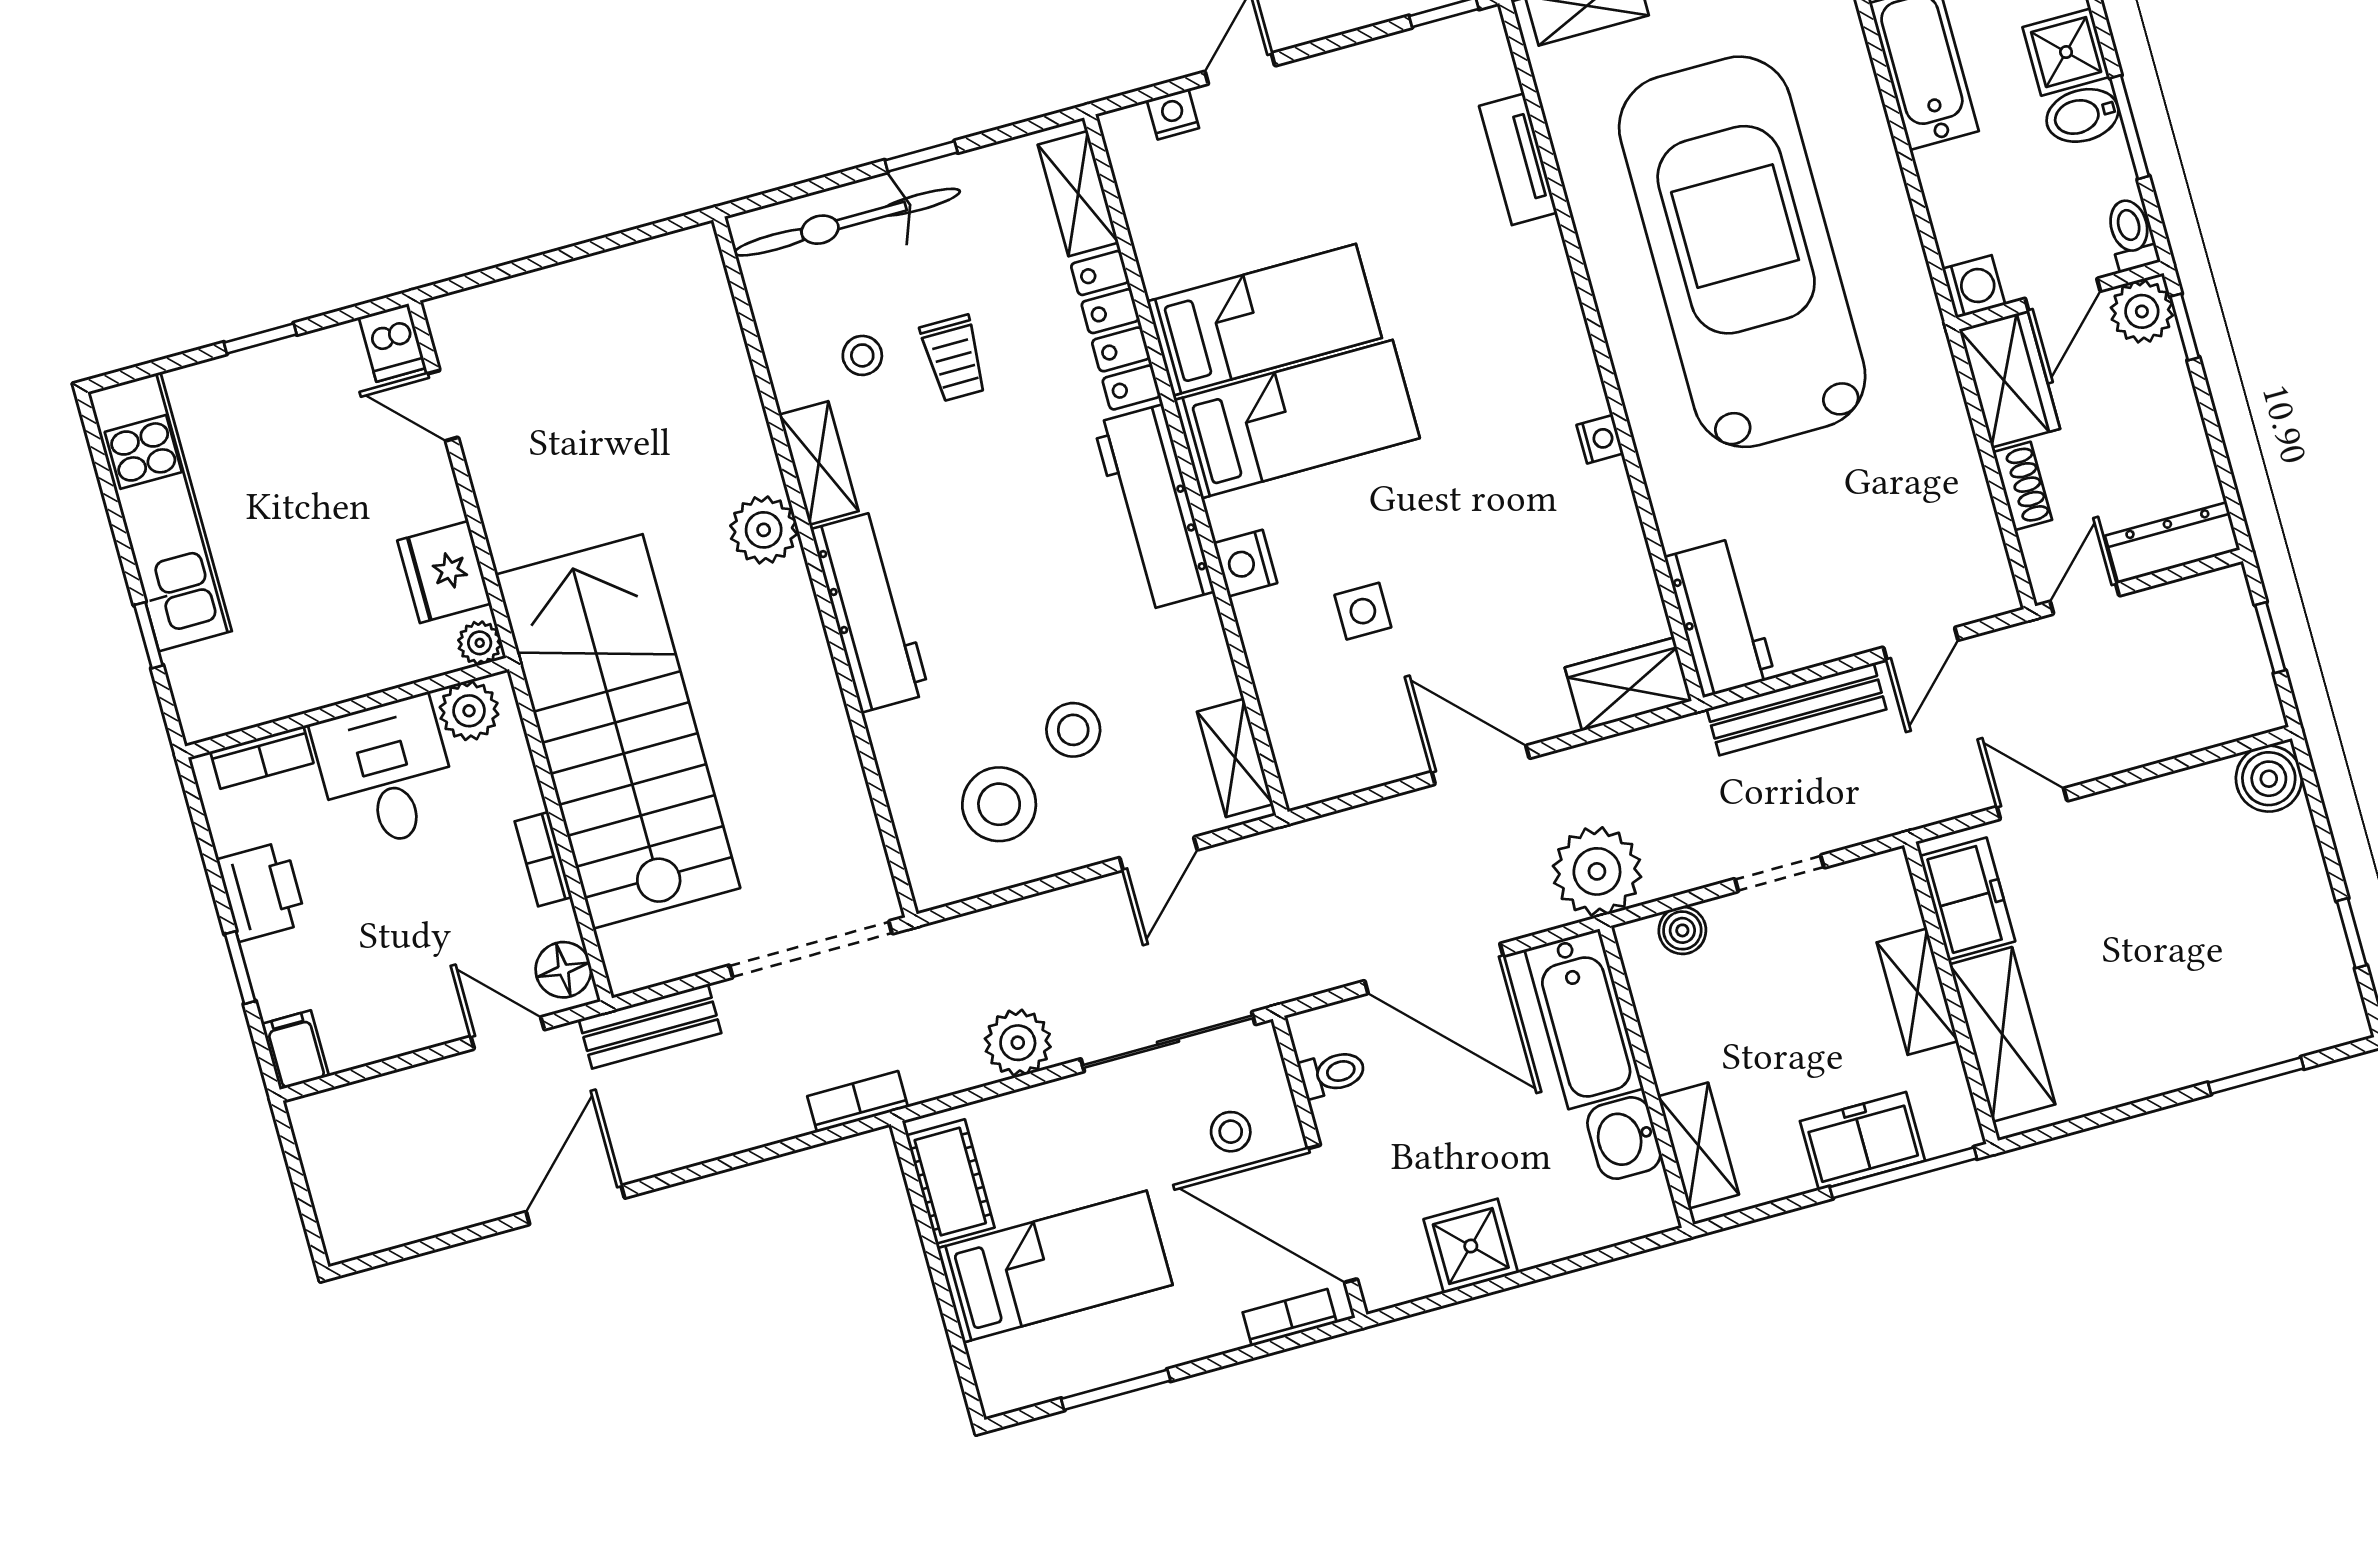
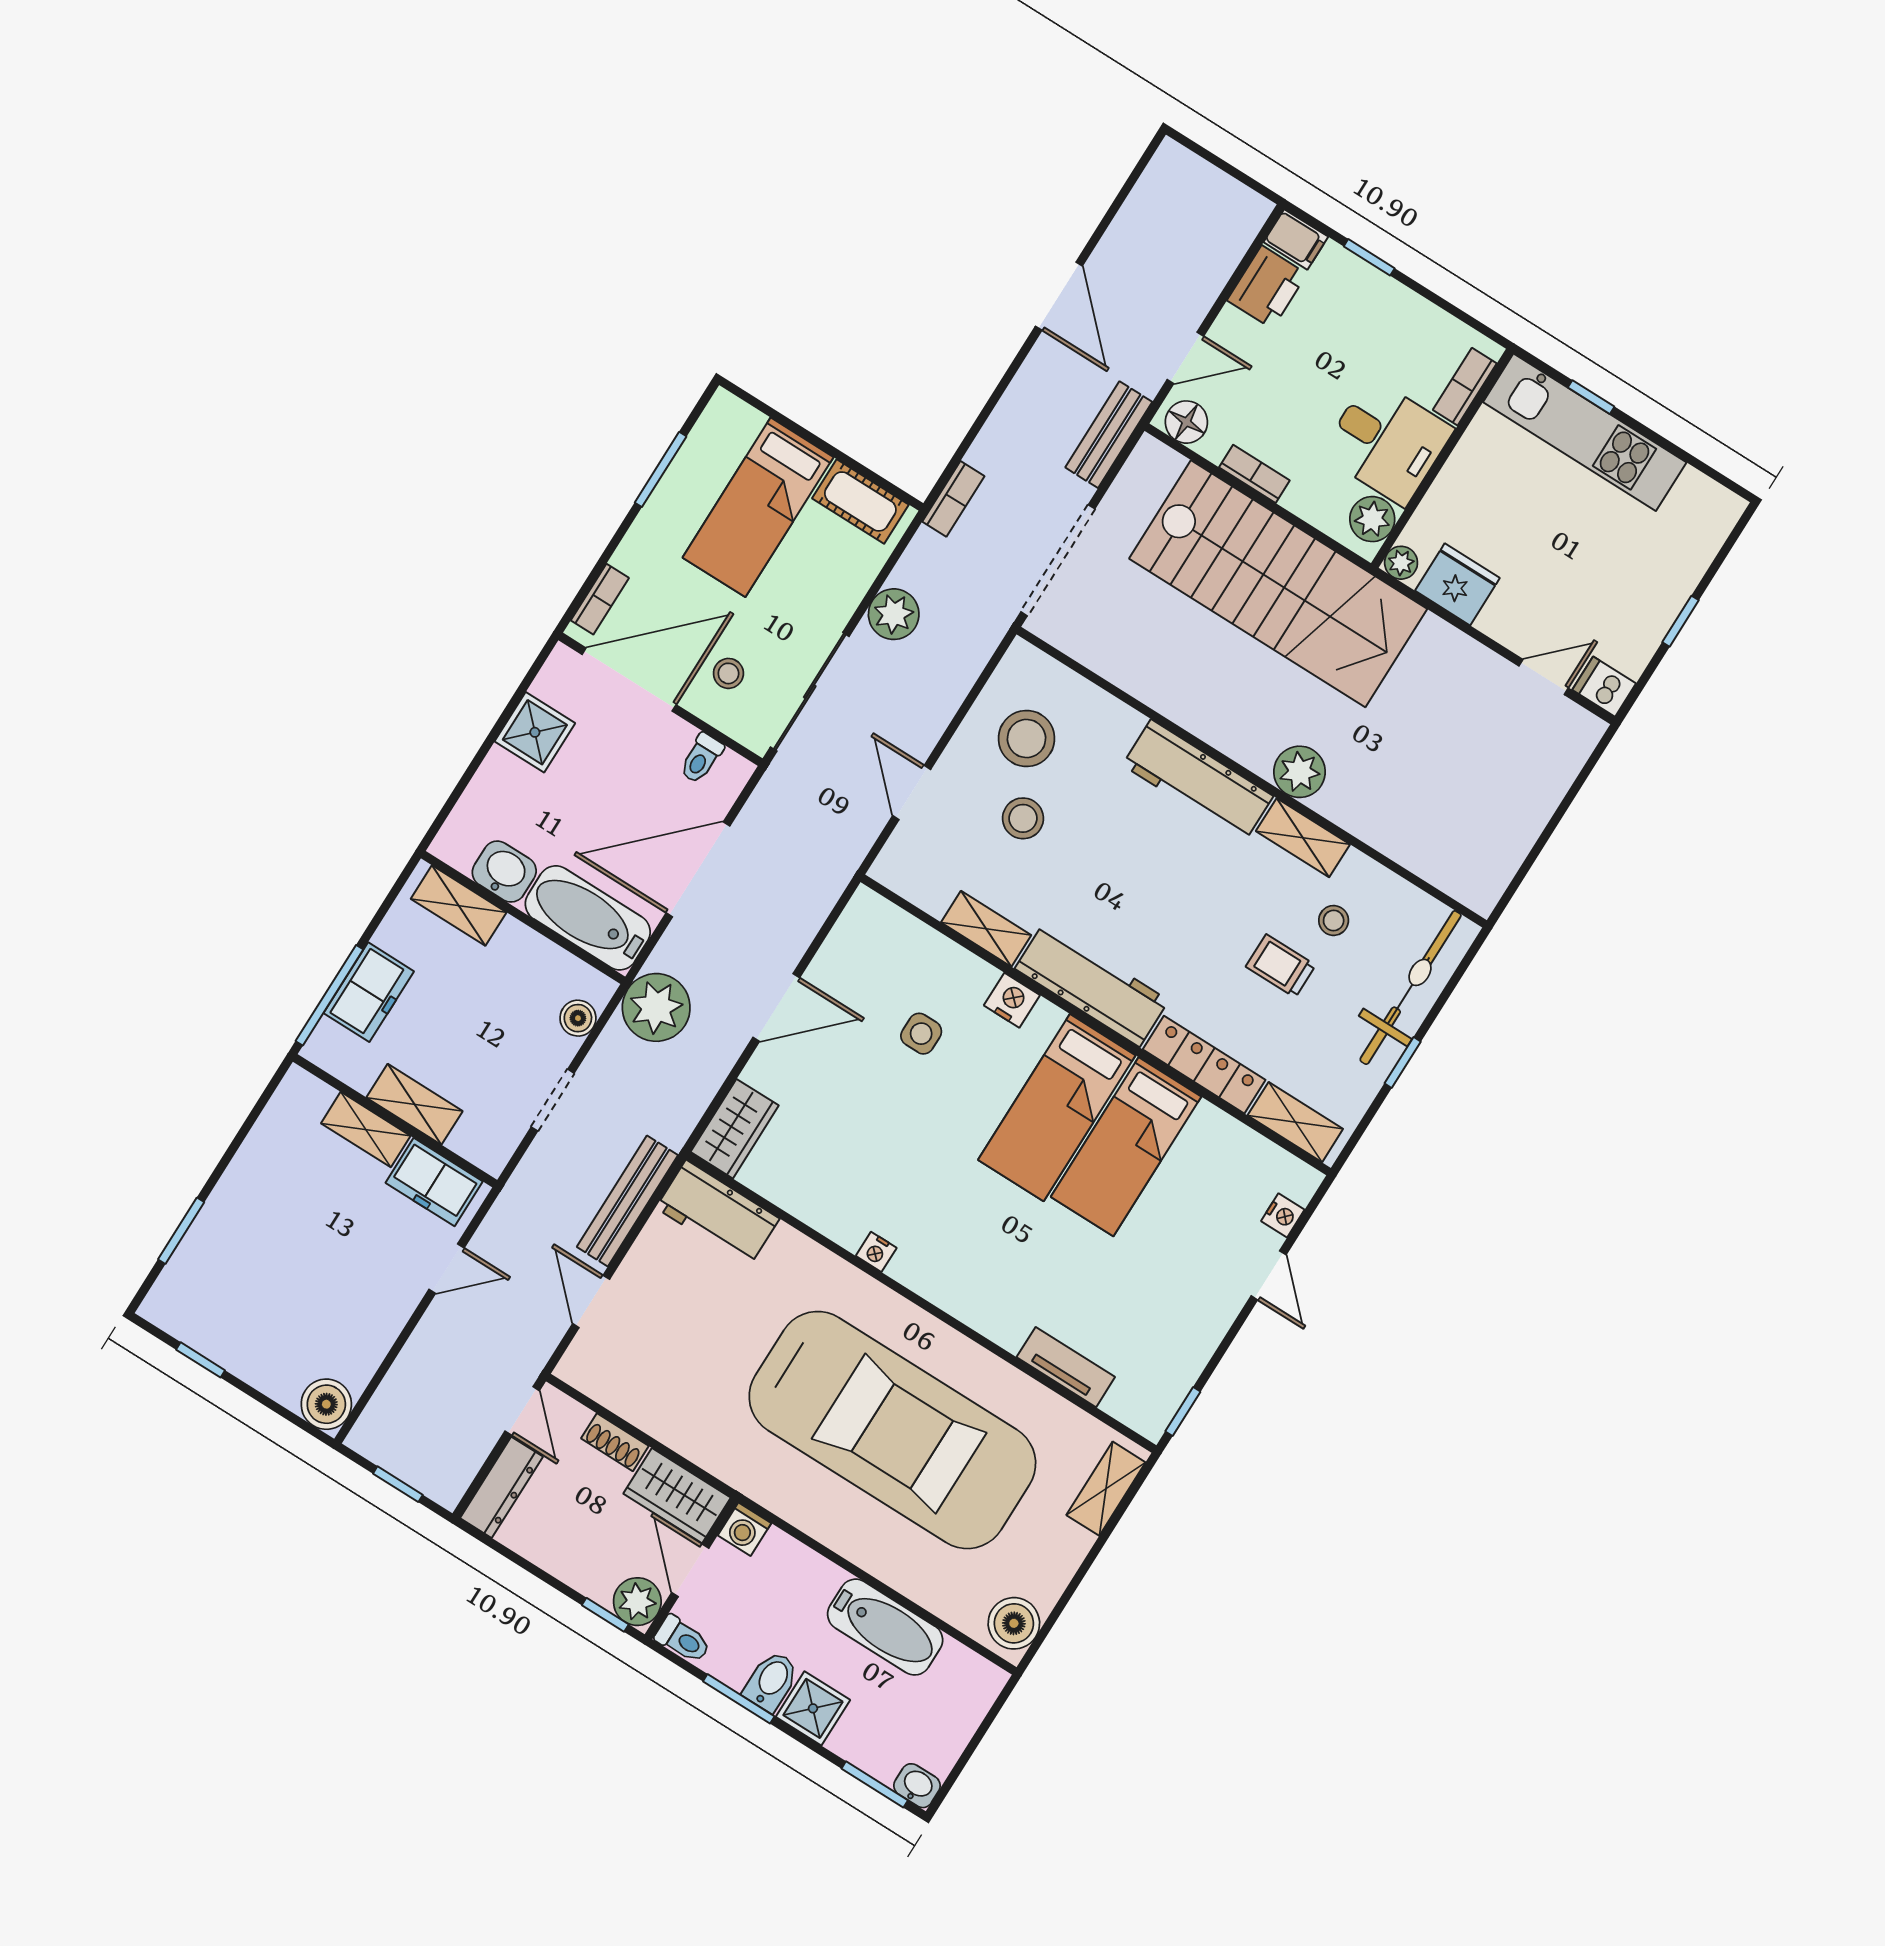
kitchen unit: (160, 512) -> (1585, 432), moved
shelving: (1235, 758) -> (986, 929), moved
printer: (262, 891) -> (1267, 287), moved, turned -90
shelving: (2002, 1034) -> (366, 1130), width x0.67, depth x0.75

